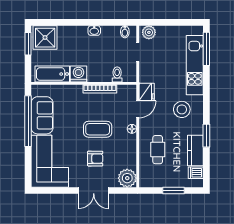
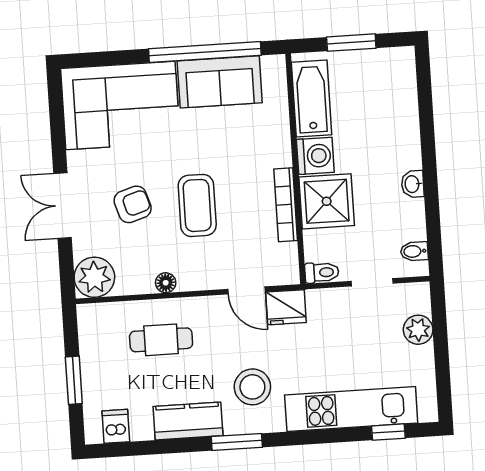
plant: (149, 32) -> (418, 330), moved
shower: (45, 38) -> (327, 201), moved
window: (28, 44) -> (351, 43), moved
window: (206, 49) -> (388, 432), width x0.46
toilet: (117, 74) -> (322, 272), moved
floor lamp: (132, 129) -> (166, 283), moved
window: (206, 136) -> (237, 442), moved
kitchen counter: (195, 151) -> (188, 421), moved
armchair: (95, 159) -> (133, 204), turned -107

